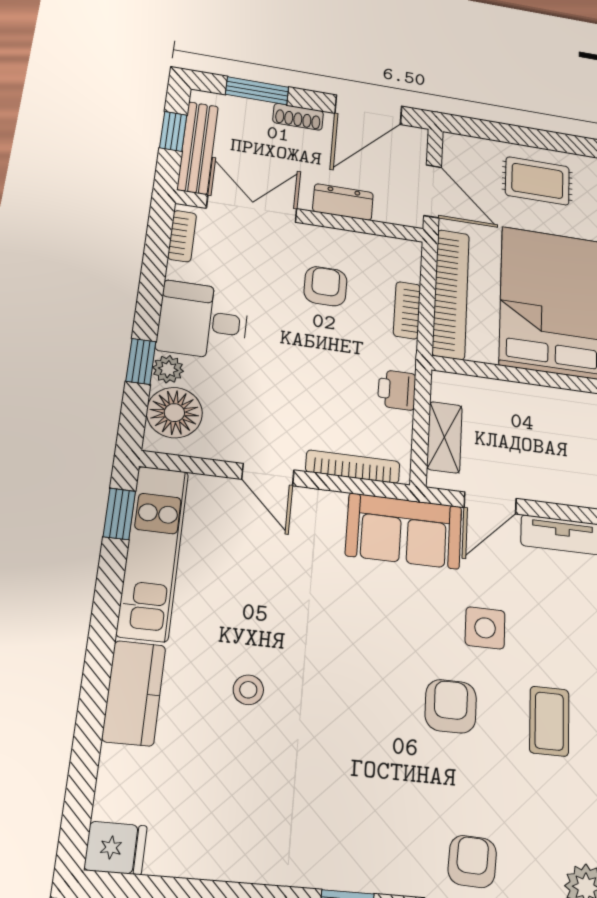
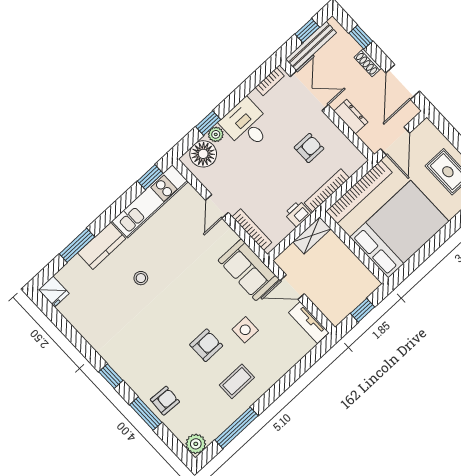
window: (257, 91) -> (361, 37), width x0.67
door: (368, 110) -> (403, 82), hinge flipped
bookcase: (407, 310) -> (327, 191), width x1.56
shelving: (444, 437) -> (312, 235), moved
window: (89, 729) -> (77, 245), added

